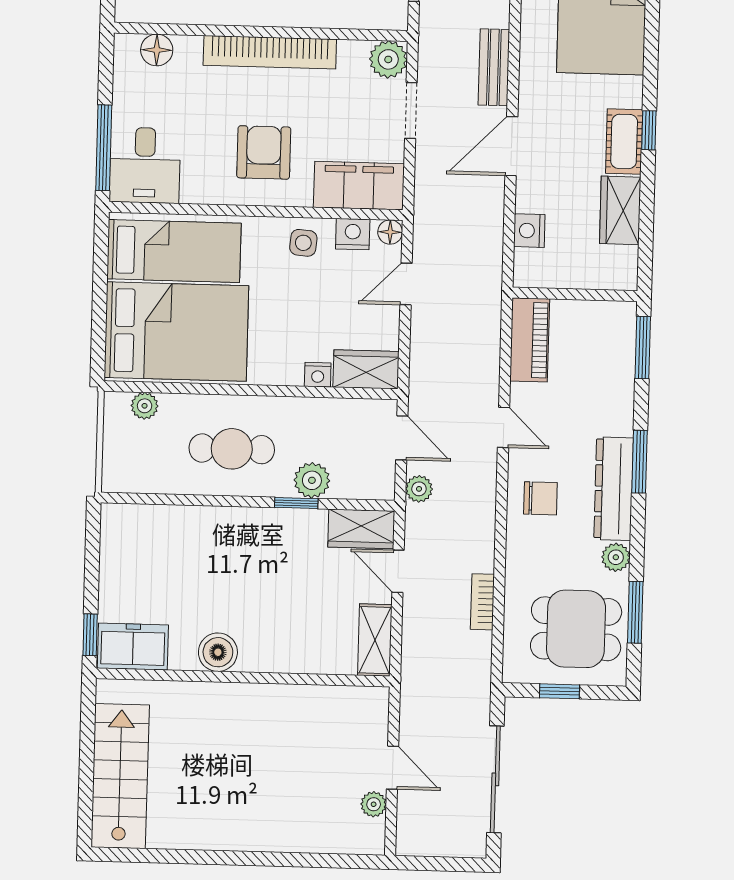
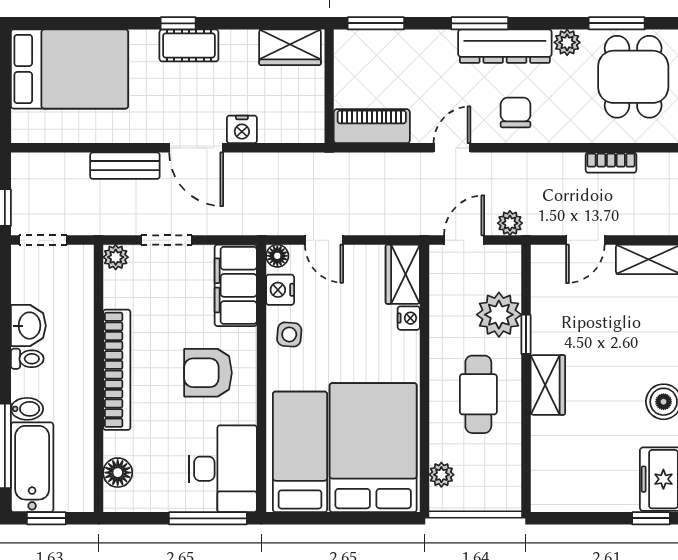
plant: (388, 59) -> (116, 257), width x0.73, depth x0.73
desk: (145, 165) -> (223, 469), width x1.37
wardrobe: (620, 210) -> (290, 47), moved
nightstand: (529, 231) -> (242, 129), moved
plant: (312, 480) -> (499, 315), width x1.36, depth x1.36
wardrobe: (361, 529) -> (548, 385), moved

